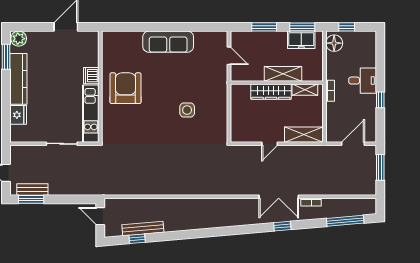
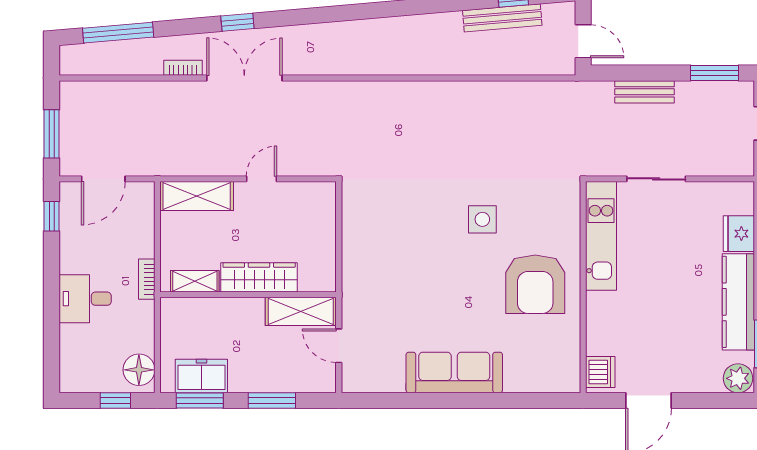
shelving: (283, 74) -> (301, 311), moved
dishwasher: (91, 76) -> (600, 372), moved
window: (380, 100) -> (52, 216), moved
side table: (187, 110) -> (482, 219), moved
bench: (32, 190) -> (645, 92), moved

